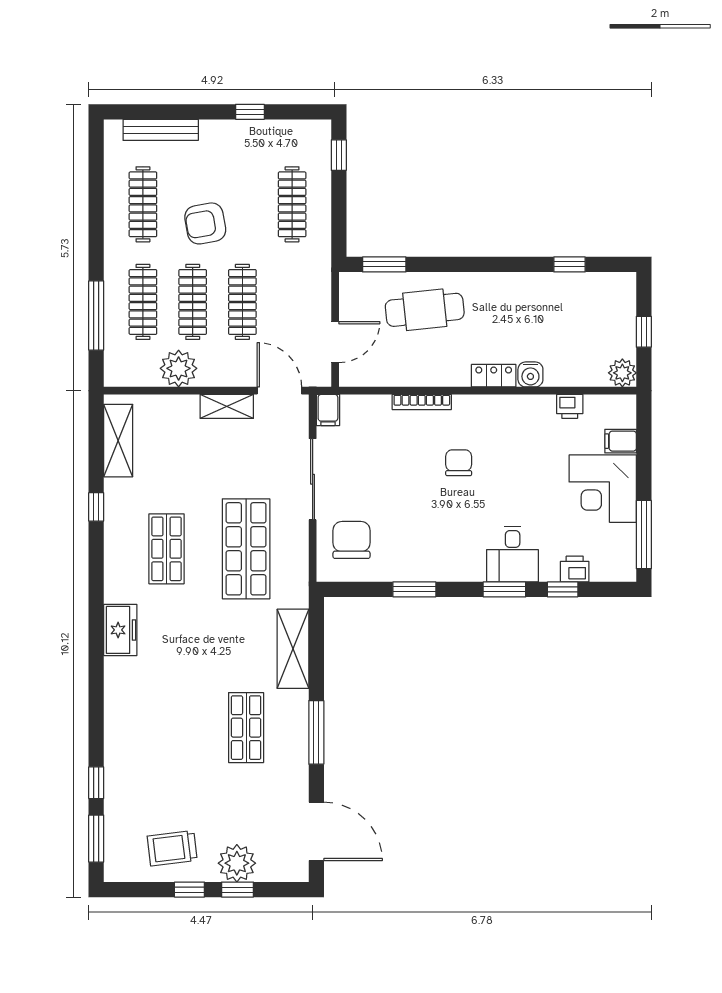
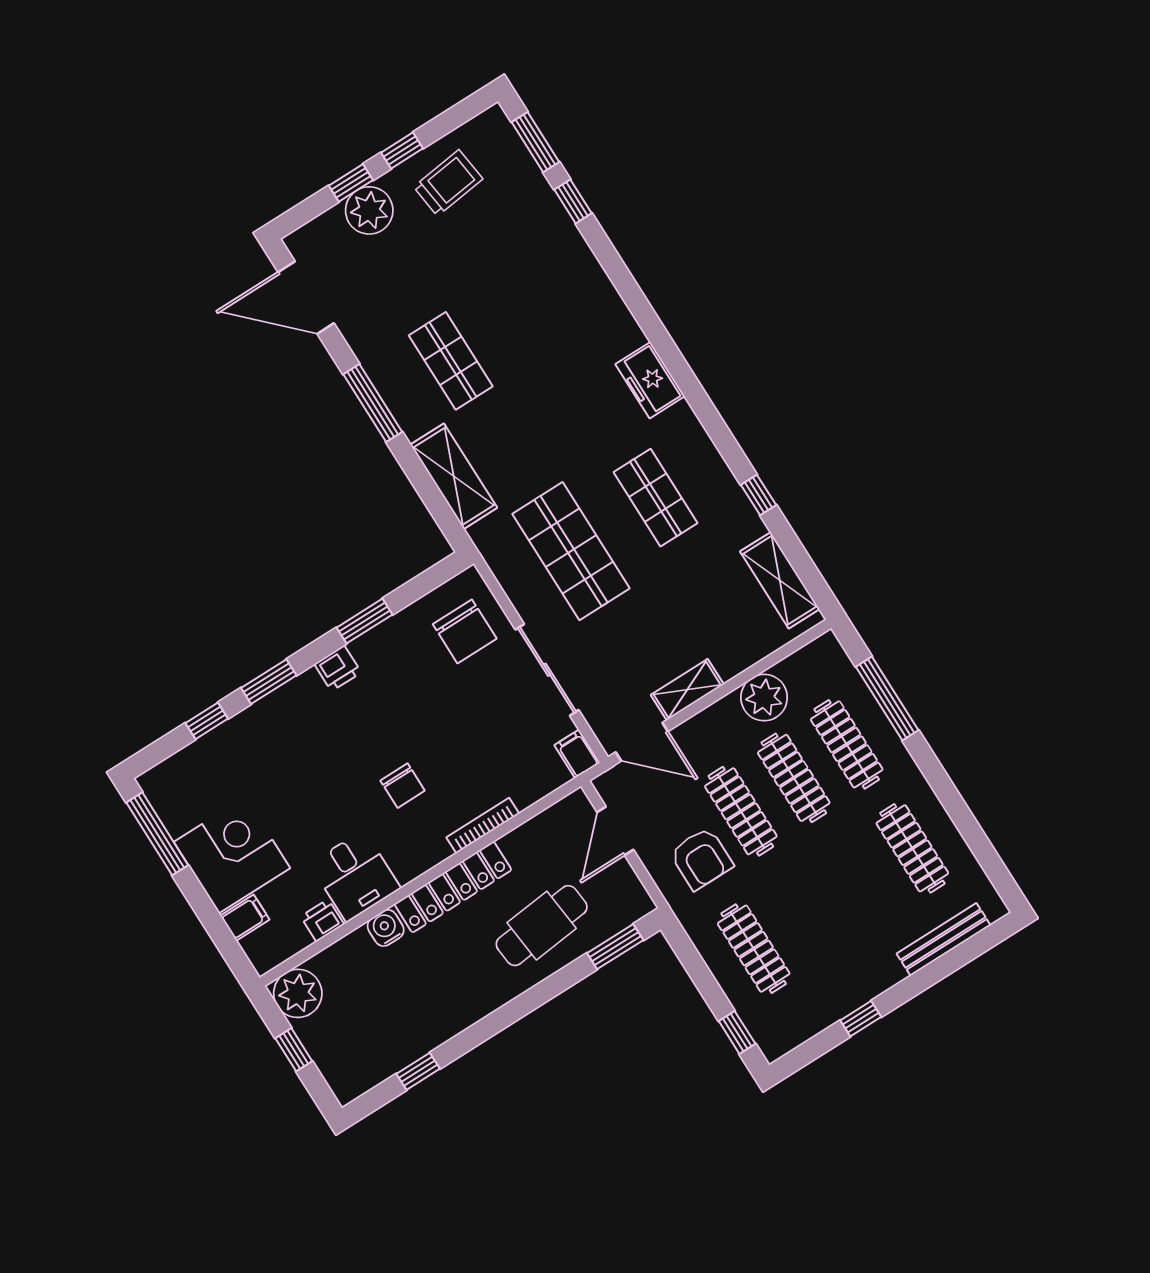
armchair: (205, 223) -> (701, 859), moved, turned 100
plant: (622, 373) -> (298, 993), width x1.36, depth x1.36
locker: (494, 376) -> (453, 887), width x2.16, depth x1.21
desk: (513, 554) -> (355, 876), moved, turned 180
printer: (575, 569) -> (338, 668), moved

